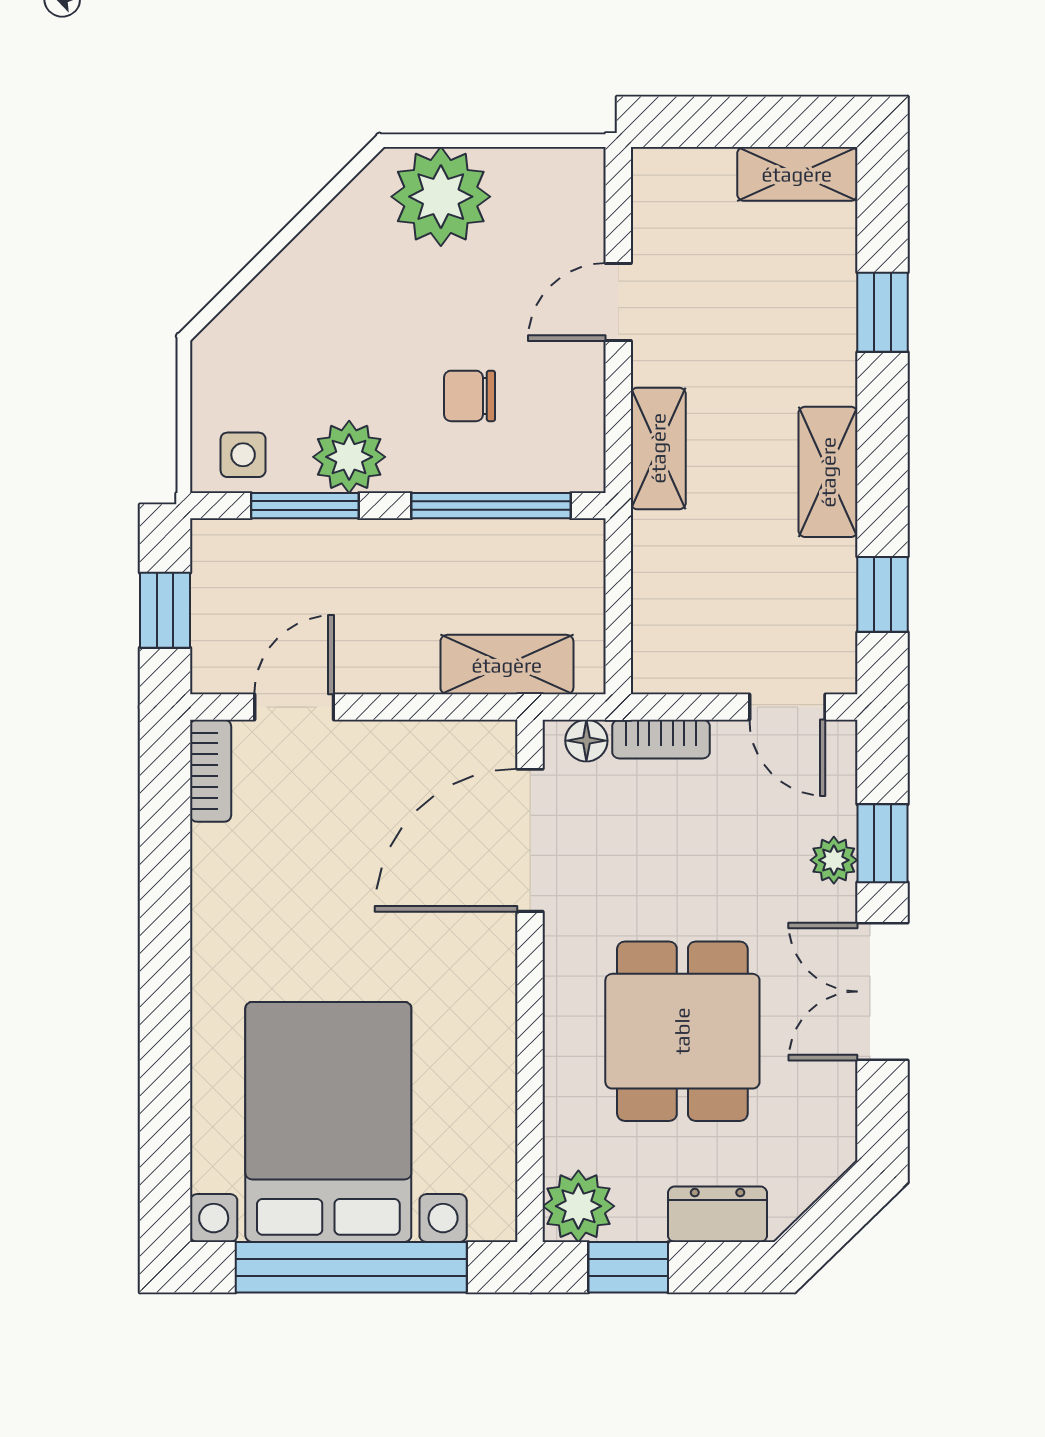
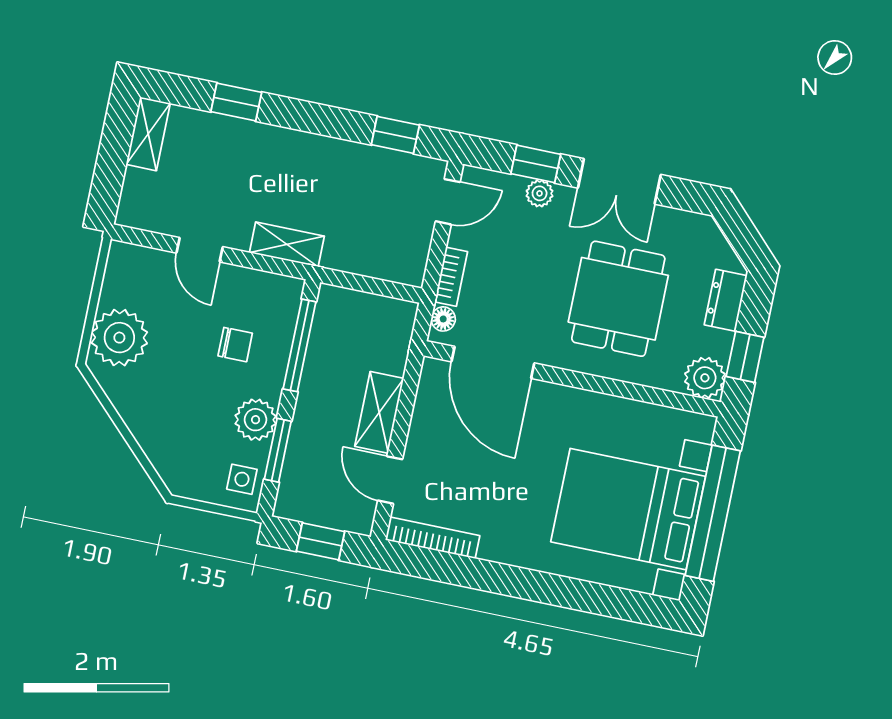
chair: (470, 396) -> (235, 345), turned -90
shelving: (828, 472) -> (320, 151), removed
shelving: (507, 665) -> (379, 412), moved
bookcase: (211, 771) -> (433, 538), width x1.56
dining table: (682, 1031) -> (618, 299), turned 90

